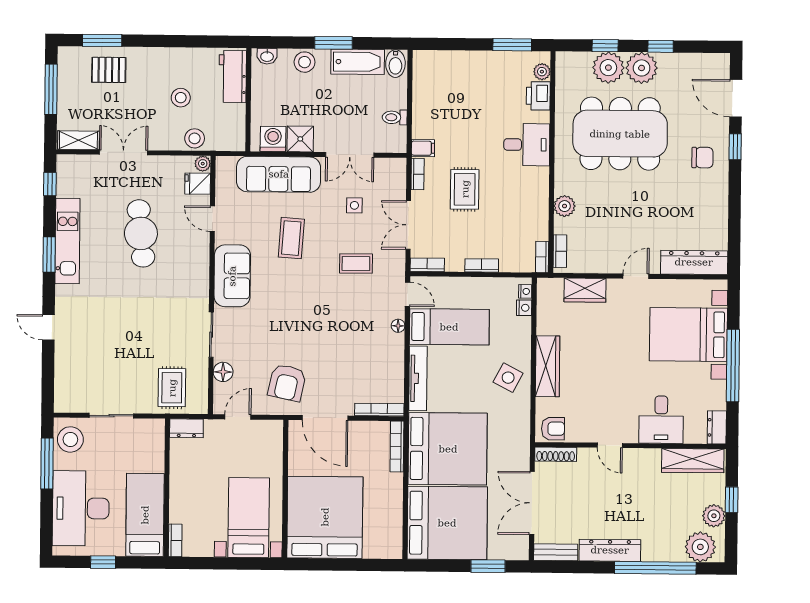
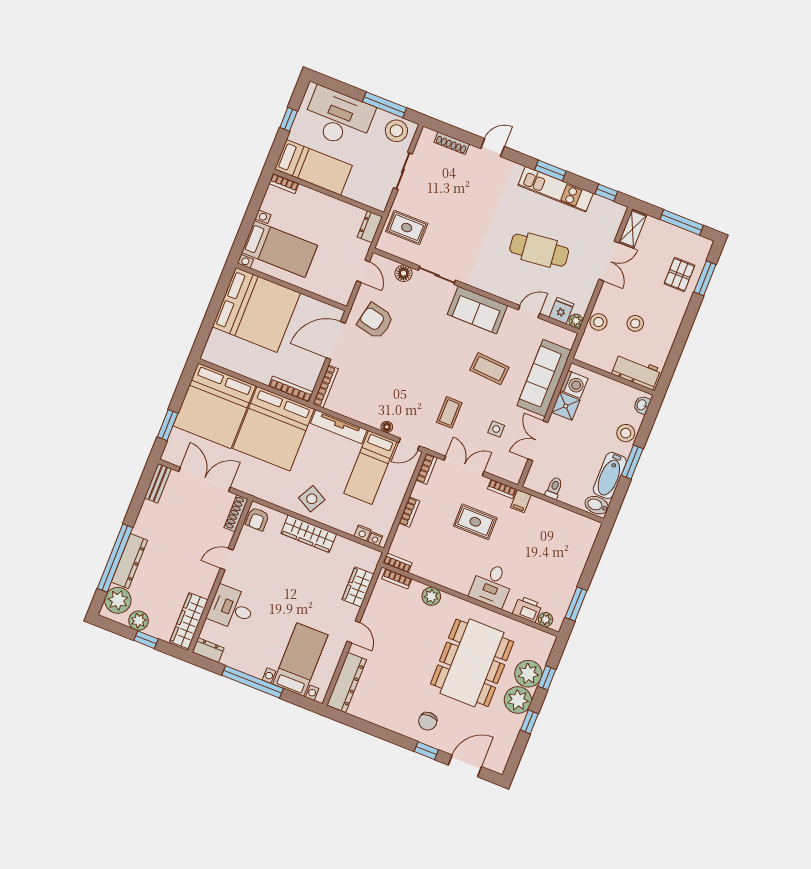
bed with nightstands: (688, 335) -> (300, 660), width x0.73
shoe rack: (61, 374) -> (452, 143), added
dresser: (610, 550) -> (129, 561), moved

